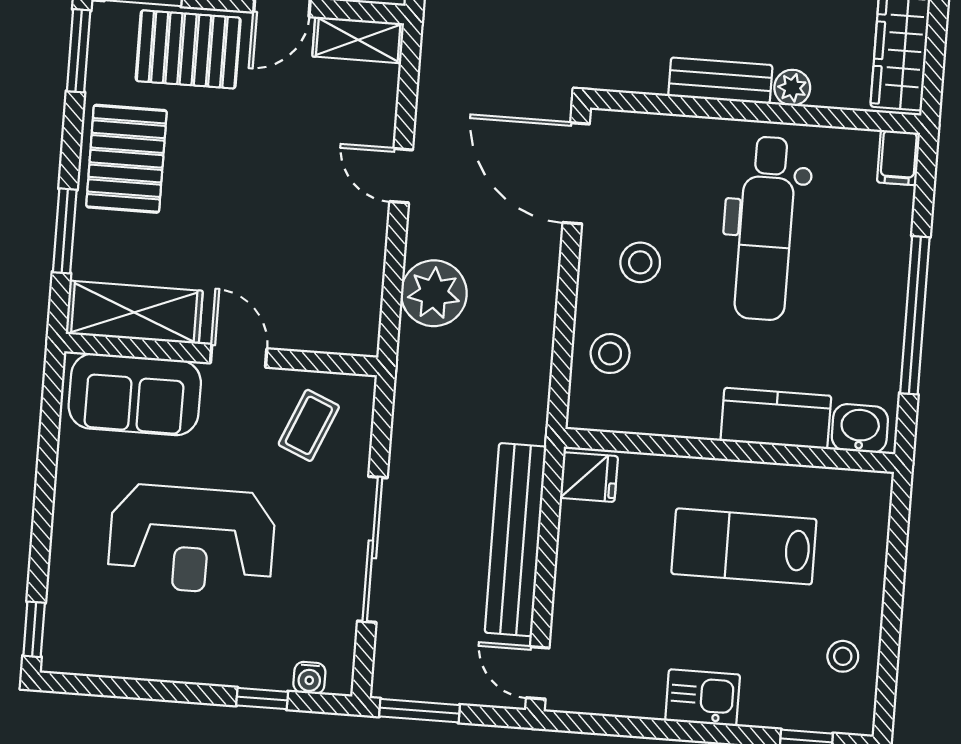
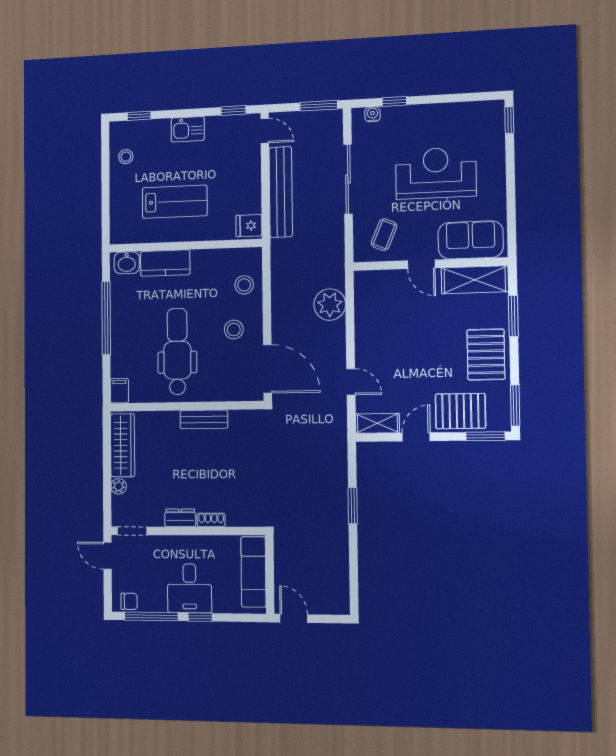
plant: (792, 88) -> (170, 419), removed
door: (401, 176) -> (351, 382), moved
window: (601, 725) -> (233, 111), added

